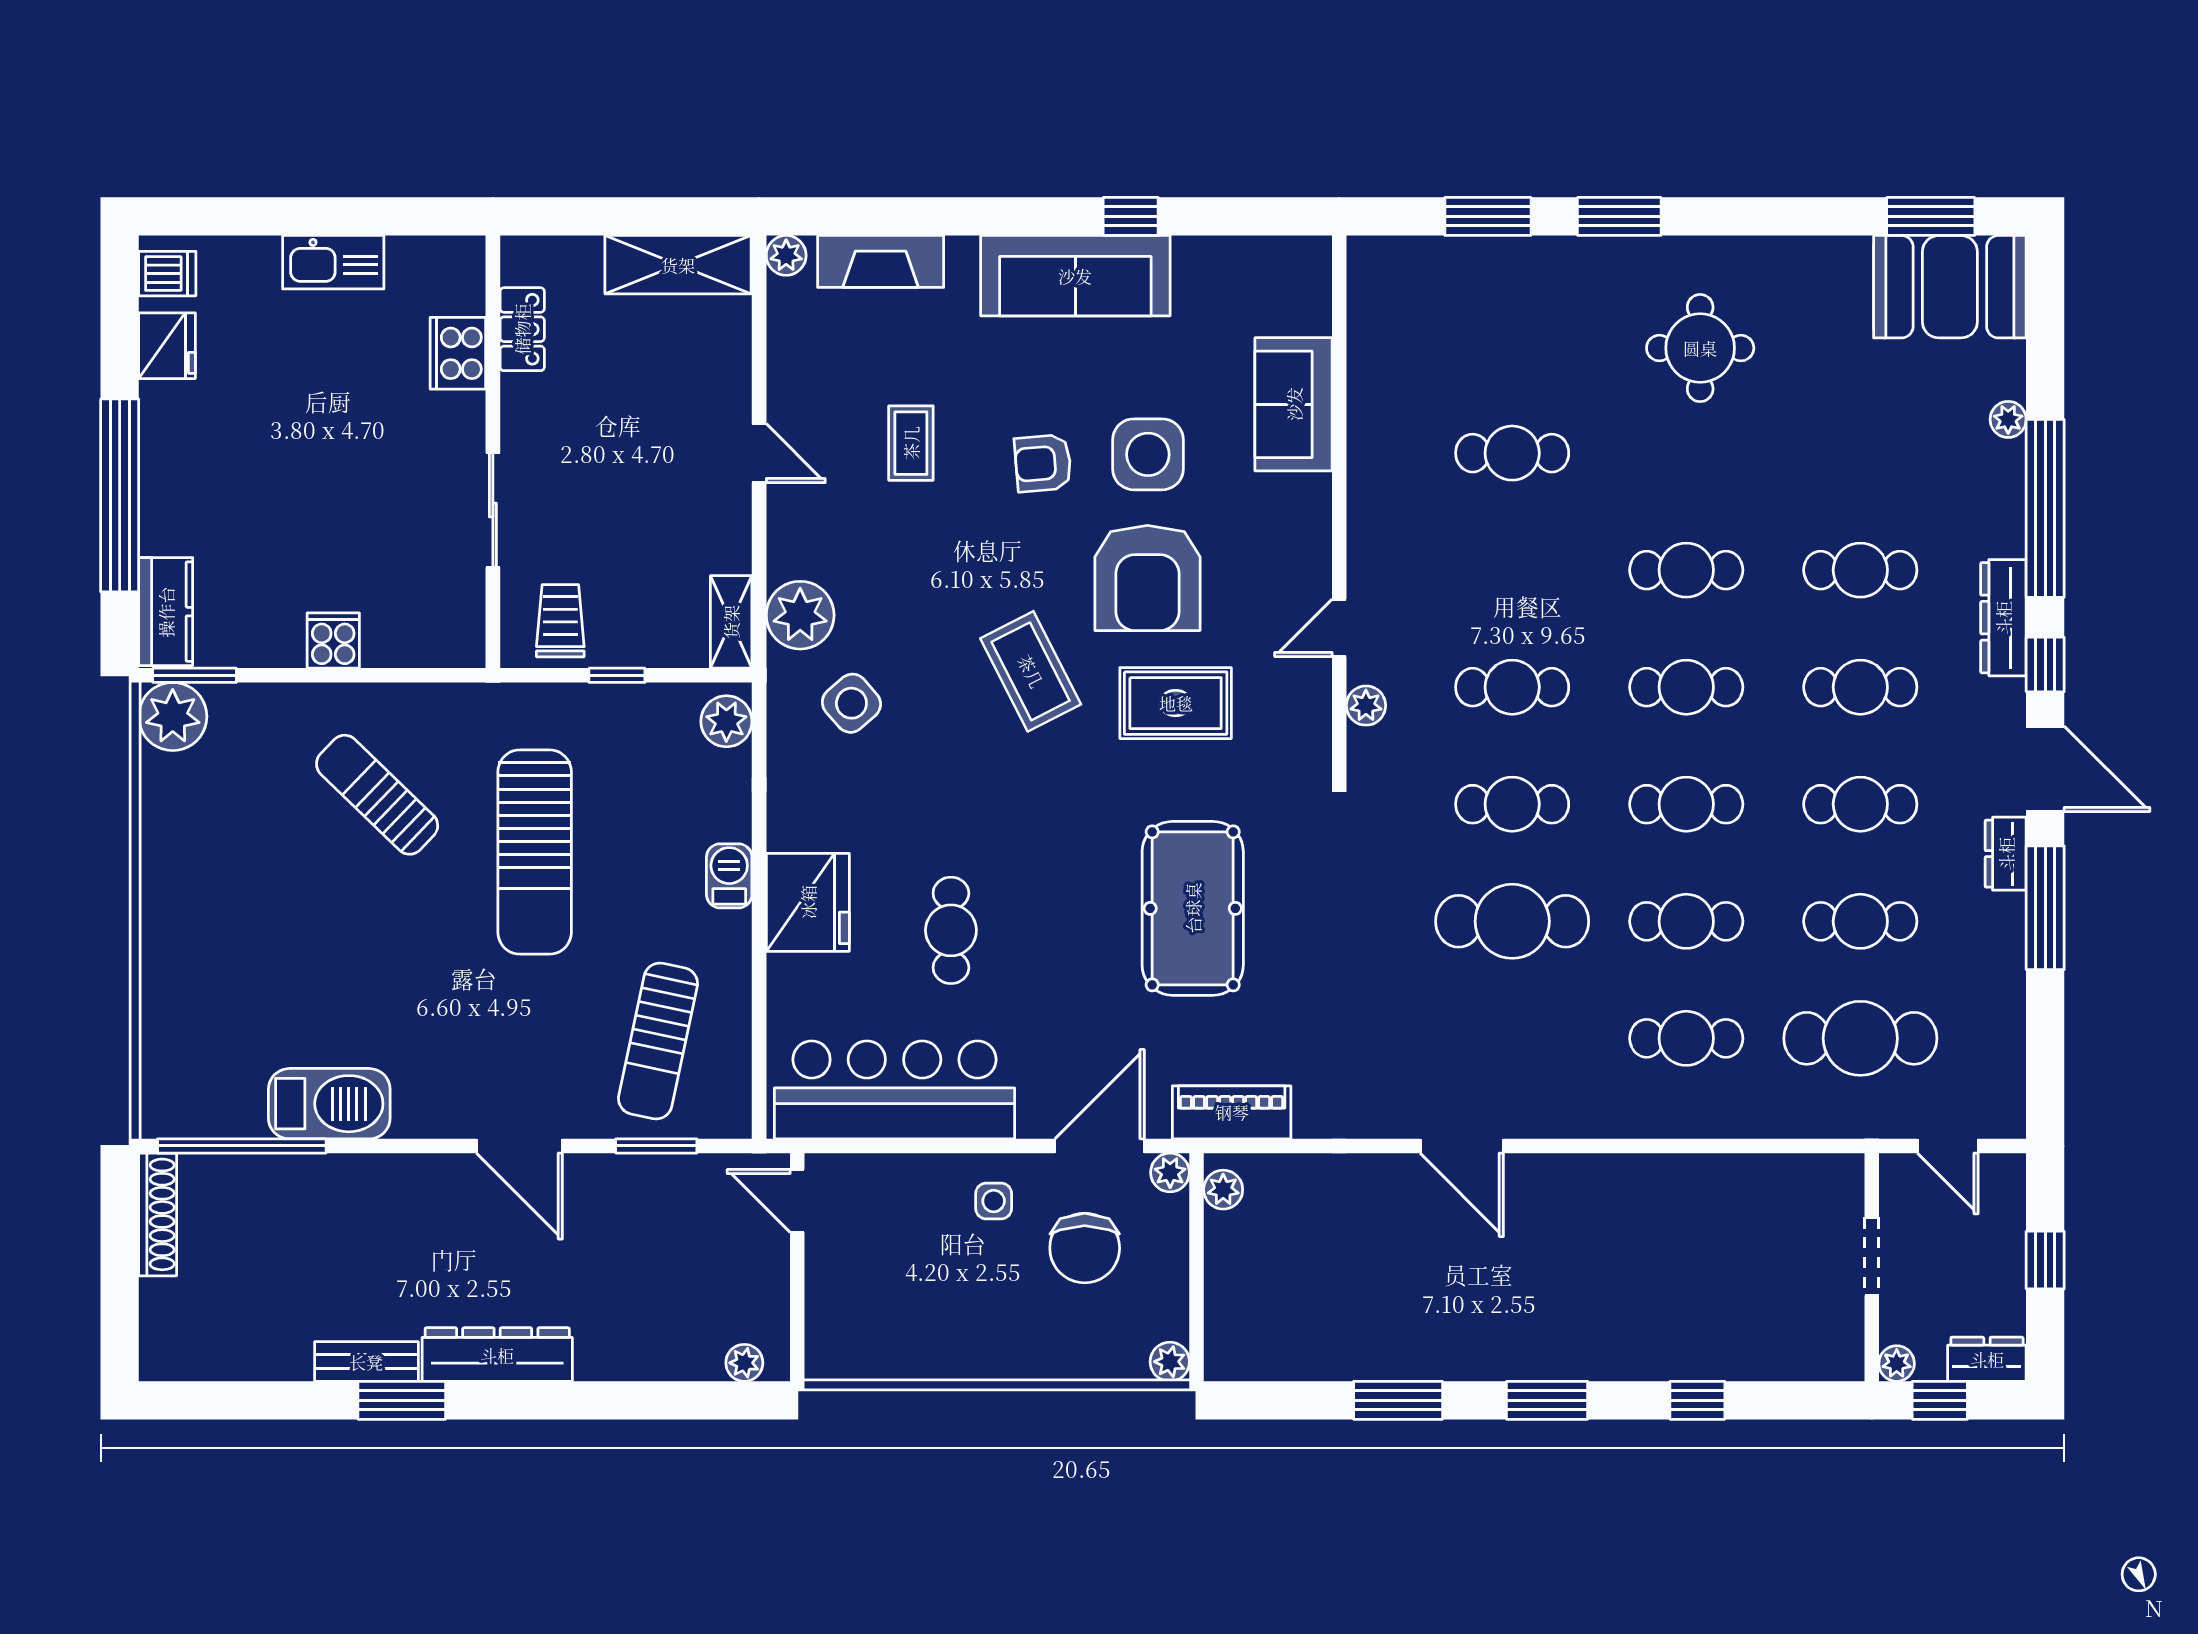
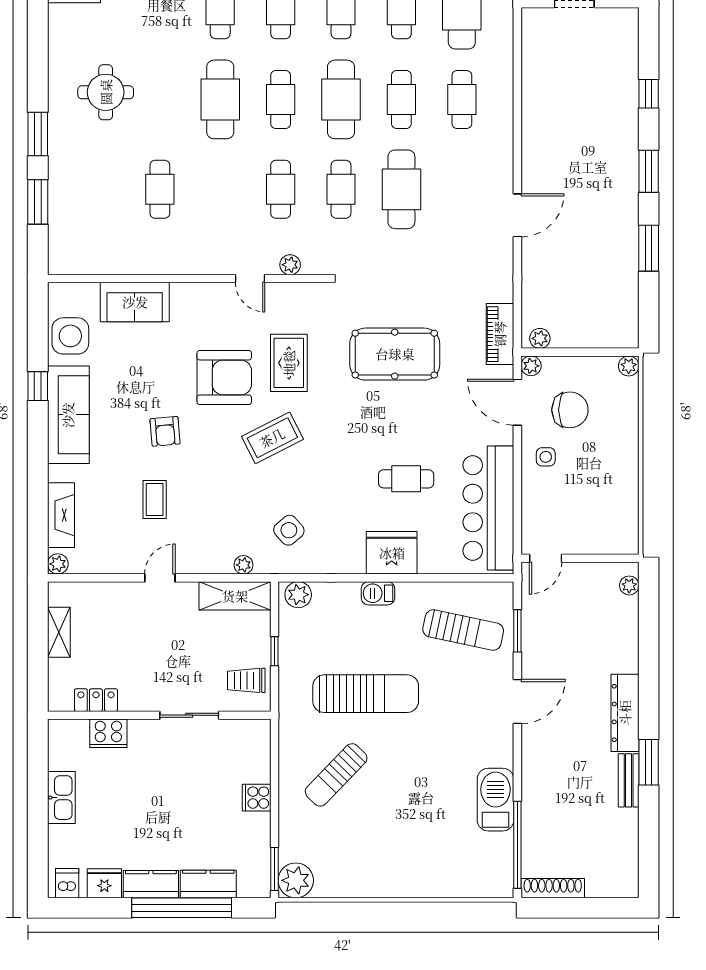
shelving: (678, 265) -> (59, 632), width x0.67, depth x0.75
kitchen counter: (165, 436) -> (151, 884), added
coffee table: (911, 443) -> (155, 500), turned 90
side table: (1148, 454) -> (70, 336), moved
cafe table: (1686, 570) -> (220, 99), width x1.37, depth x1.35
kitchen counter: (166, 612) -> (208, 884), moved
plant: (800, 615) -> (243, 565), width x0.53, depth x0.53
shelving: (731, 622) -> (235, 596), width x1.50, depth x1.33
cafe table: (1686, 804) -> (341, 99), width x1.37, depth x1.35

